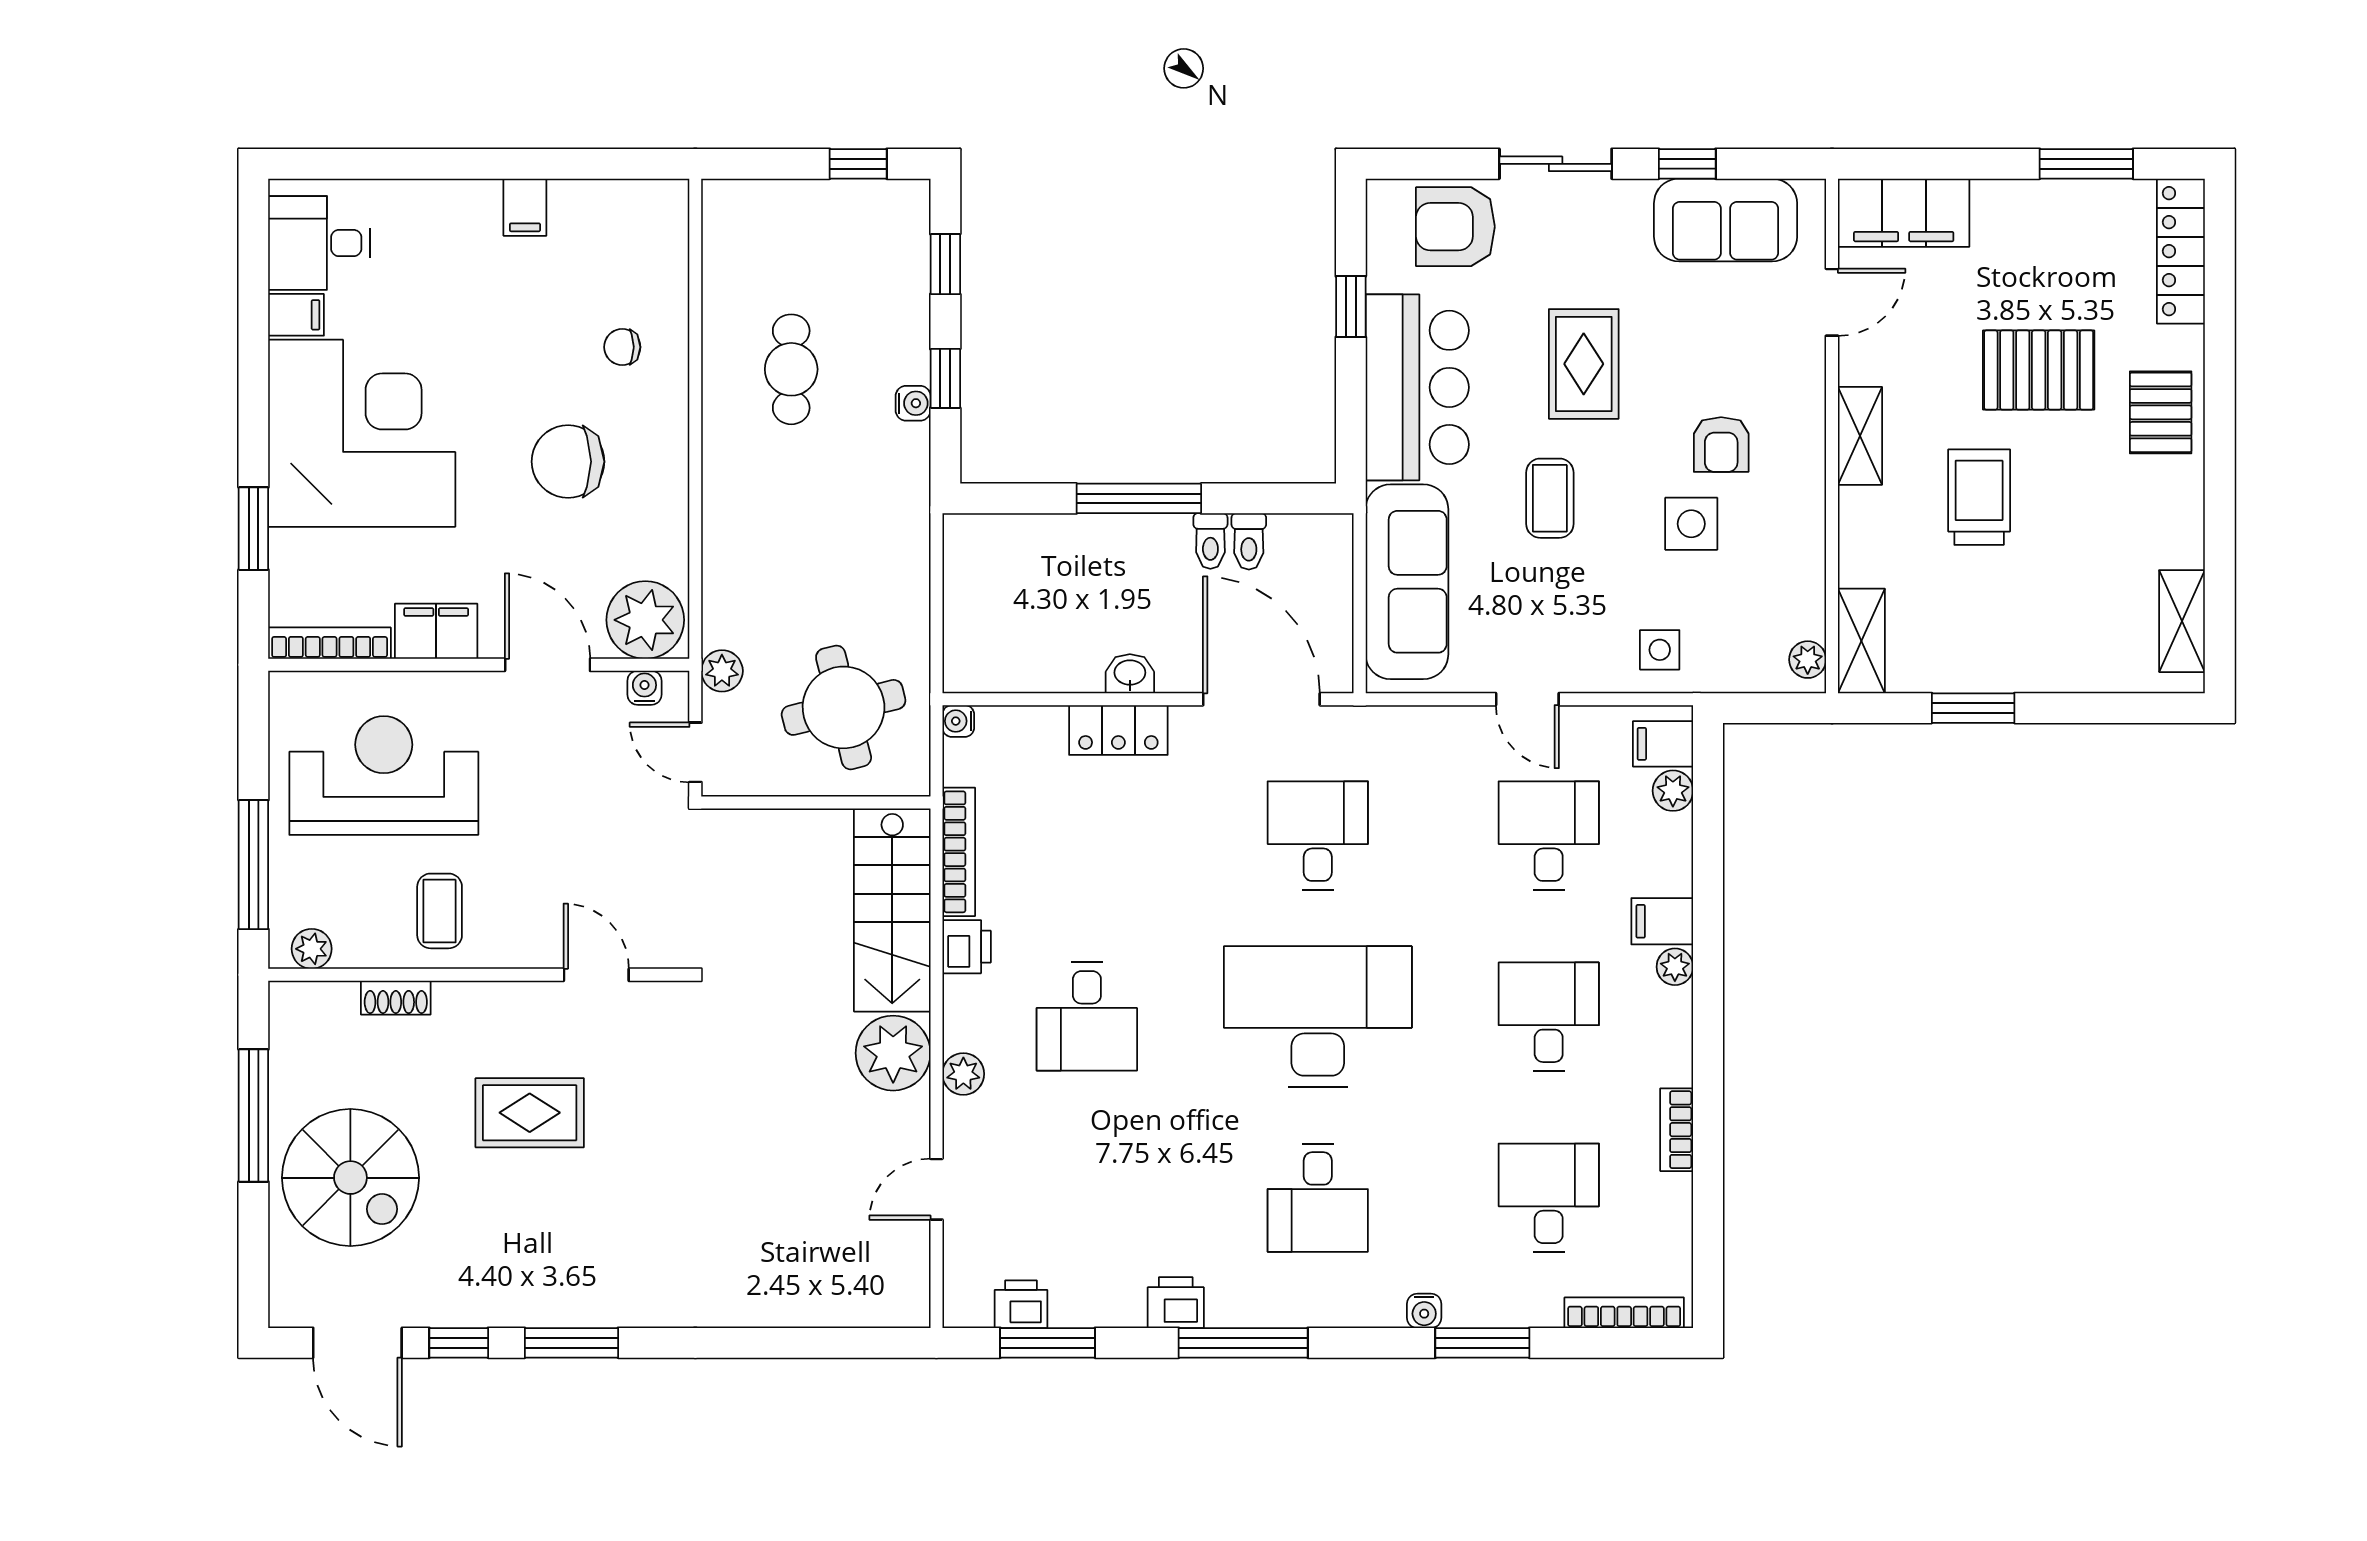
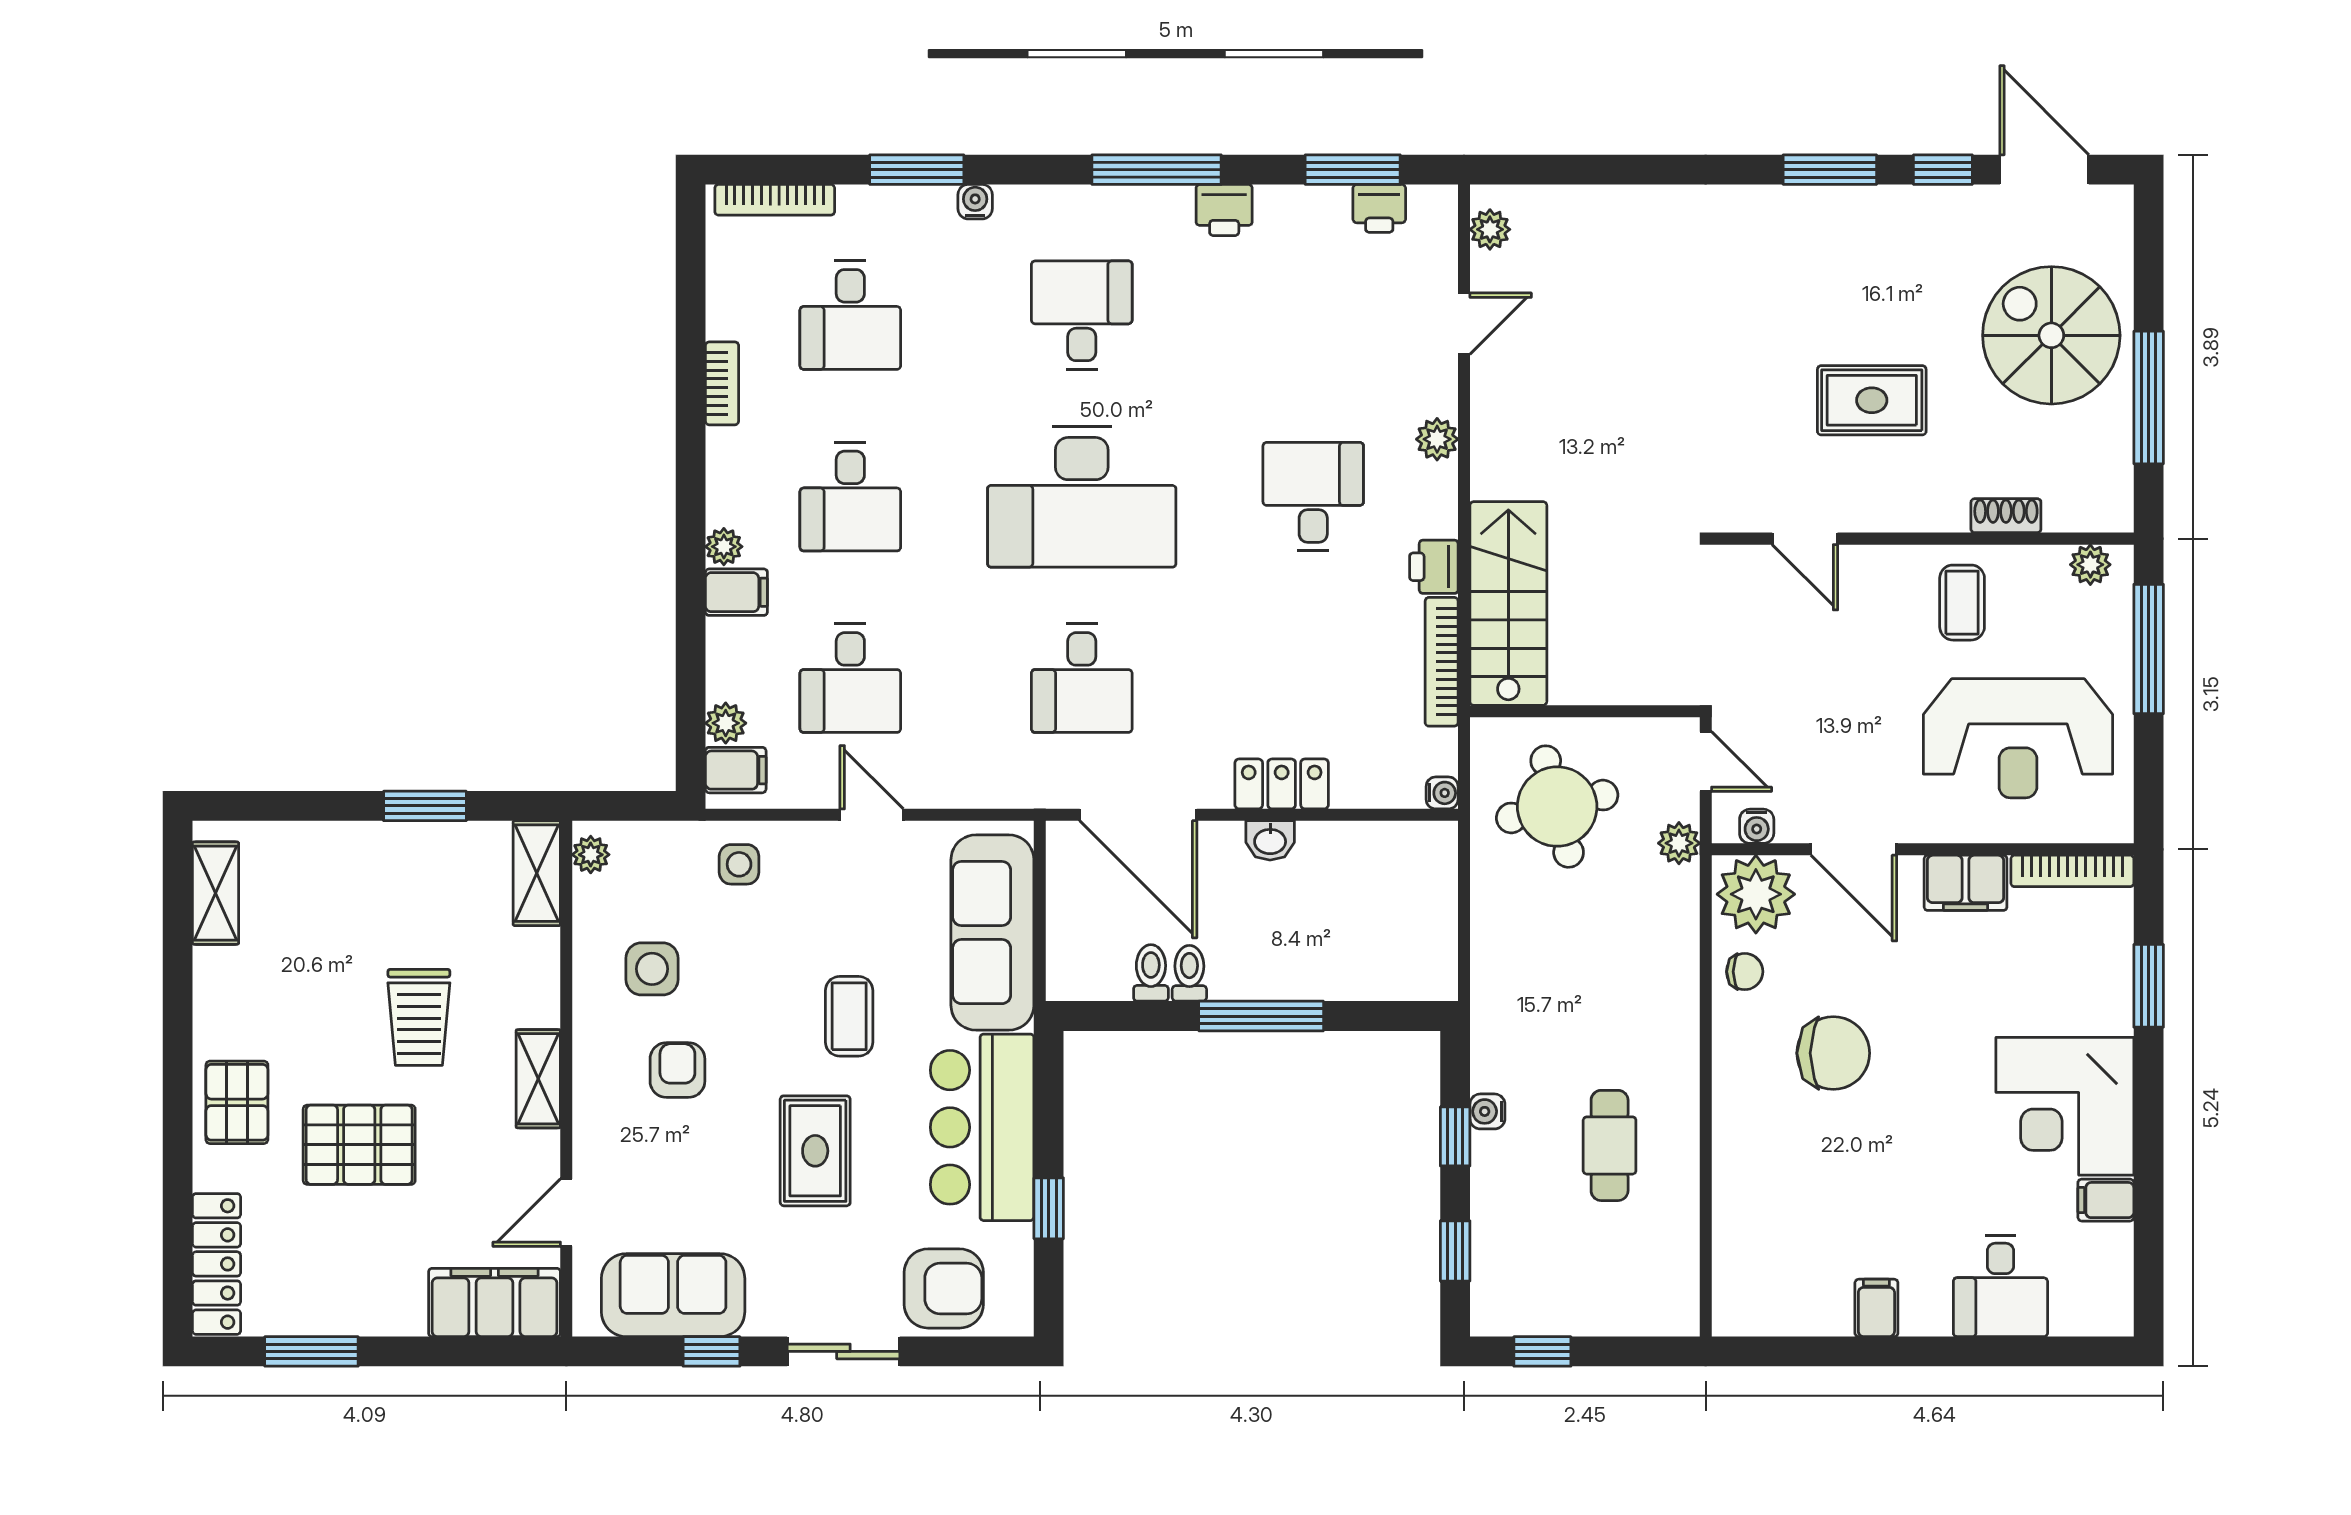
desk: (319, 243) -> (2000, 1286), moved, turned 90
chair: (622, 347) -> (1745, 972), moved
corner desk: (362, 433) -> (2065, 1106), width x0.74, depth x0.74
side table: (1691, 524) -> (652, 969), moved
plant: (893, 1053) -> (1490, 229), moved, width x0.53, depth x0.53

